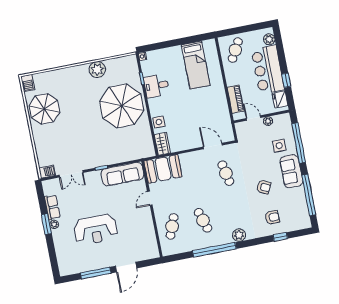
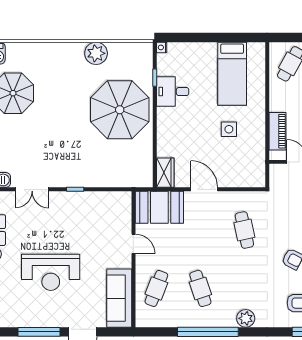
side table: (159, 122) -> (229, 129), moved
door: (213, 146) -> (204, 189), moved
sofa: (122, 174) -> (119, 298), moved, turned 90
door: (150, 198) -> (133, 244), swing flipped

